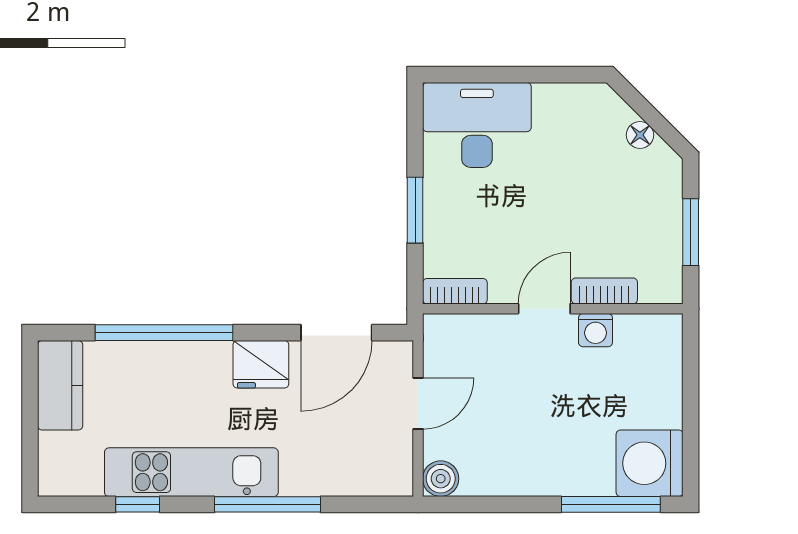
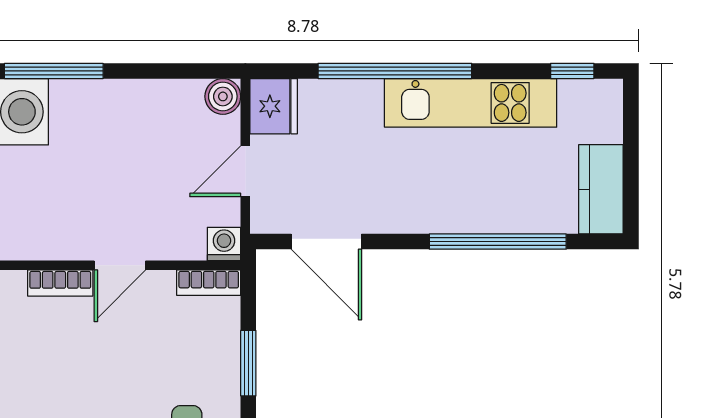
washing machine: (595, 330) -> (224, 244), moved
door: (336, 333) -> (326, 242), swing flipped
fridge: (261, 364) -> (274, 106), moved, turned 90
window: (138, 504) -> (572, 71), moved
window: (268, 504) -> (395, 71), width x1.46

